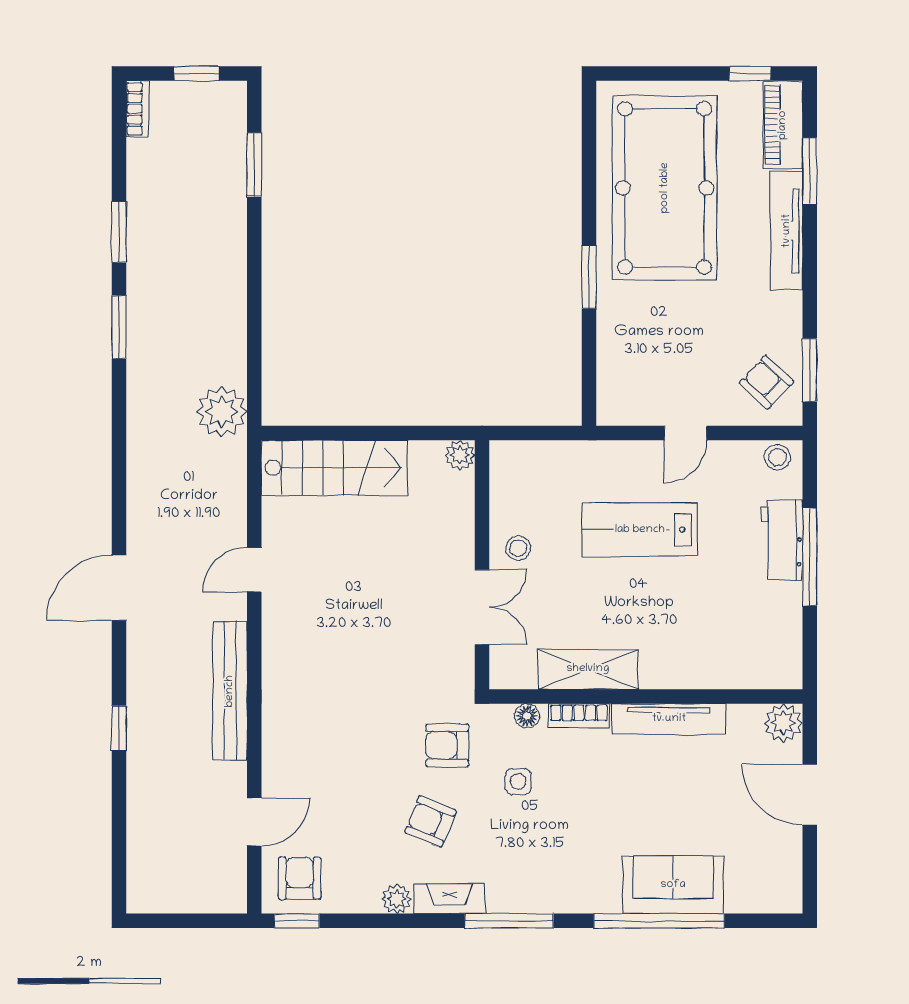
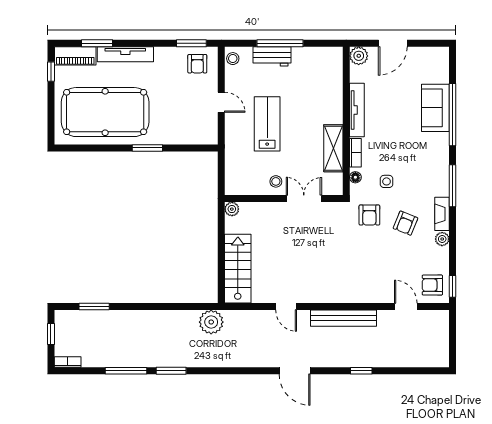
window: (119, 232) -> (126, 371), width x1.44
armchair: (766, 382) -> (197, 64), turned -43
lab bench: (640, 530) -> (267, 124), turned 180

